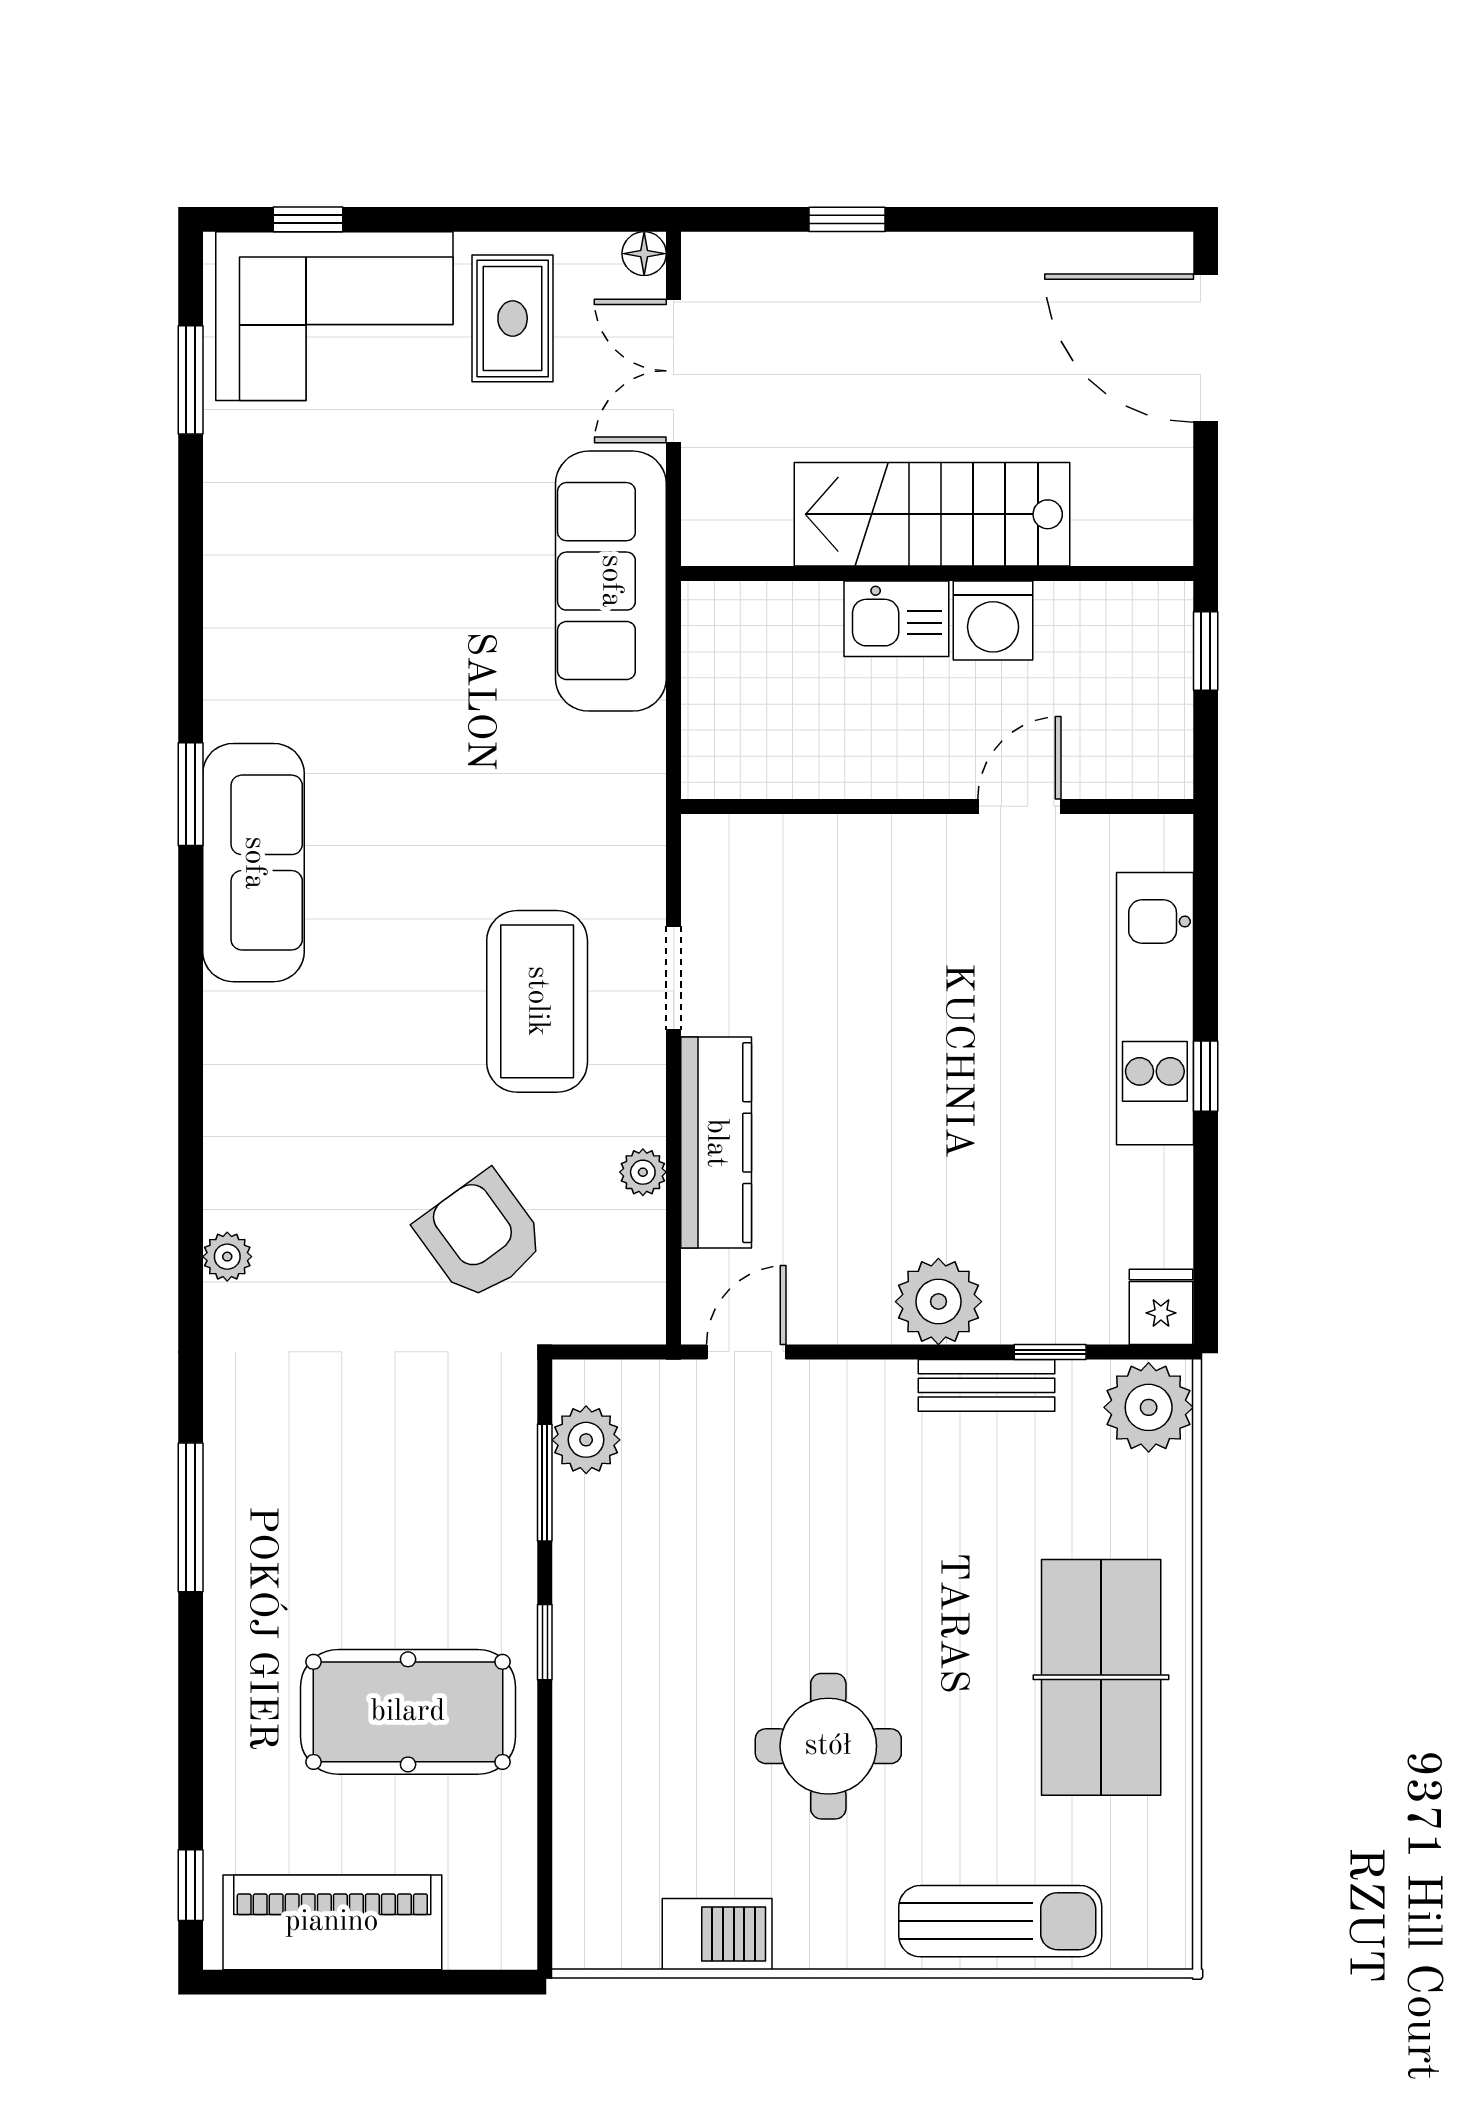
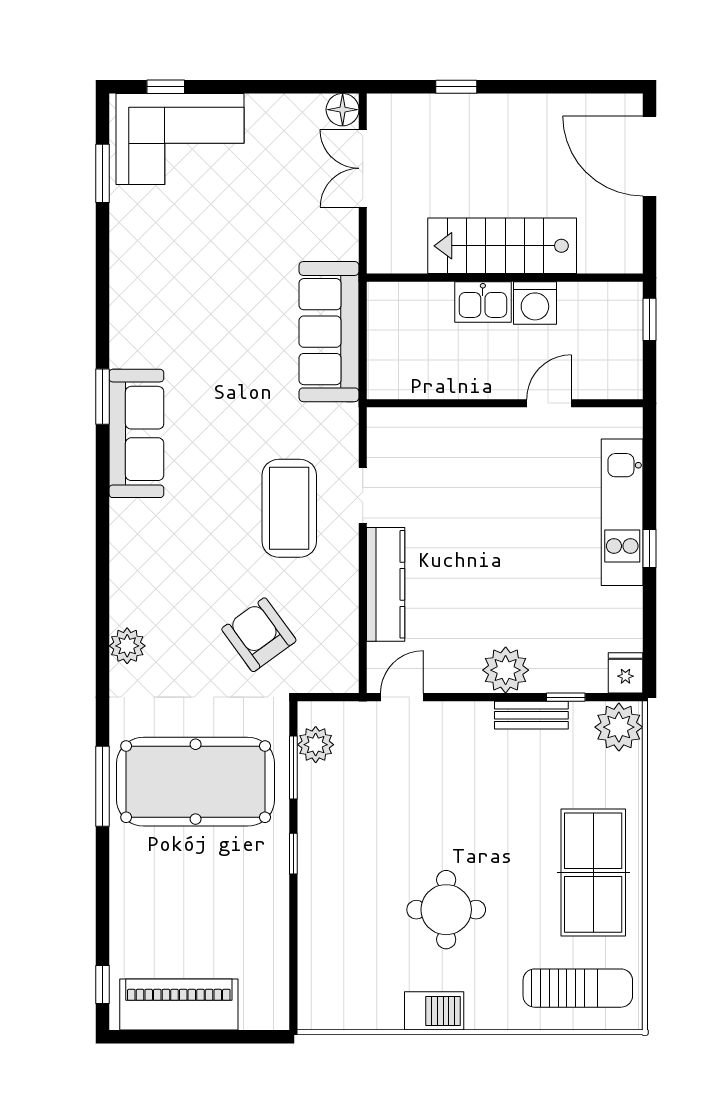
floor lamp: (644, 254) -> (343, 110), width x1.37, depth x1.37
rug: (513, 318) -> (276, 140), removed
sofa: (611, 581) -> (329, 332), moved
plant: (643, 1172) -> (346, 600), removed
plant: (227, 1257) -> (127, 646), width x1.38, depth x1.38
pool table: (408, 1712) -> (196, 782), moved, width x1.36, depth x1.32
sun lounger: (1000, 1921) -> (578, 988), moved
barbecue: (717, 1934) -> (434, 1011), moved

